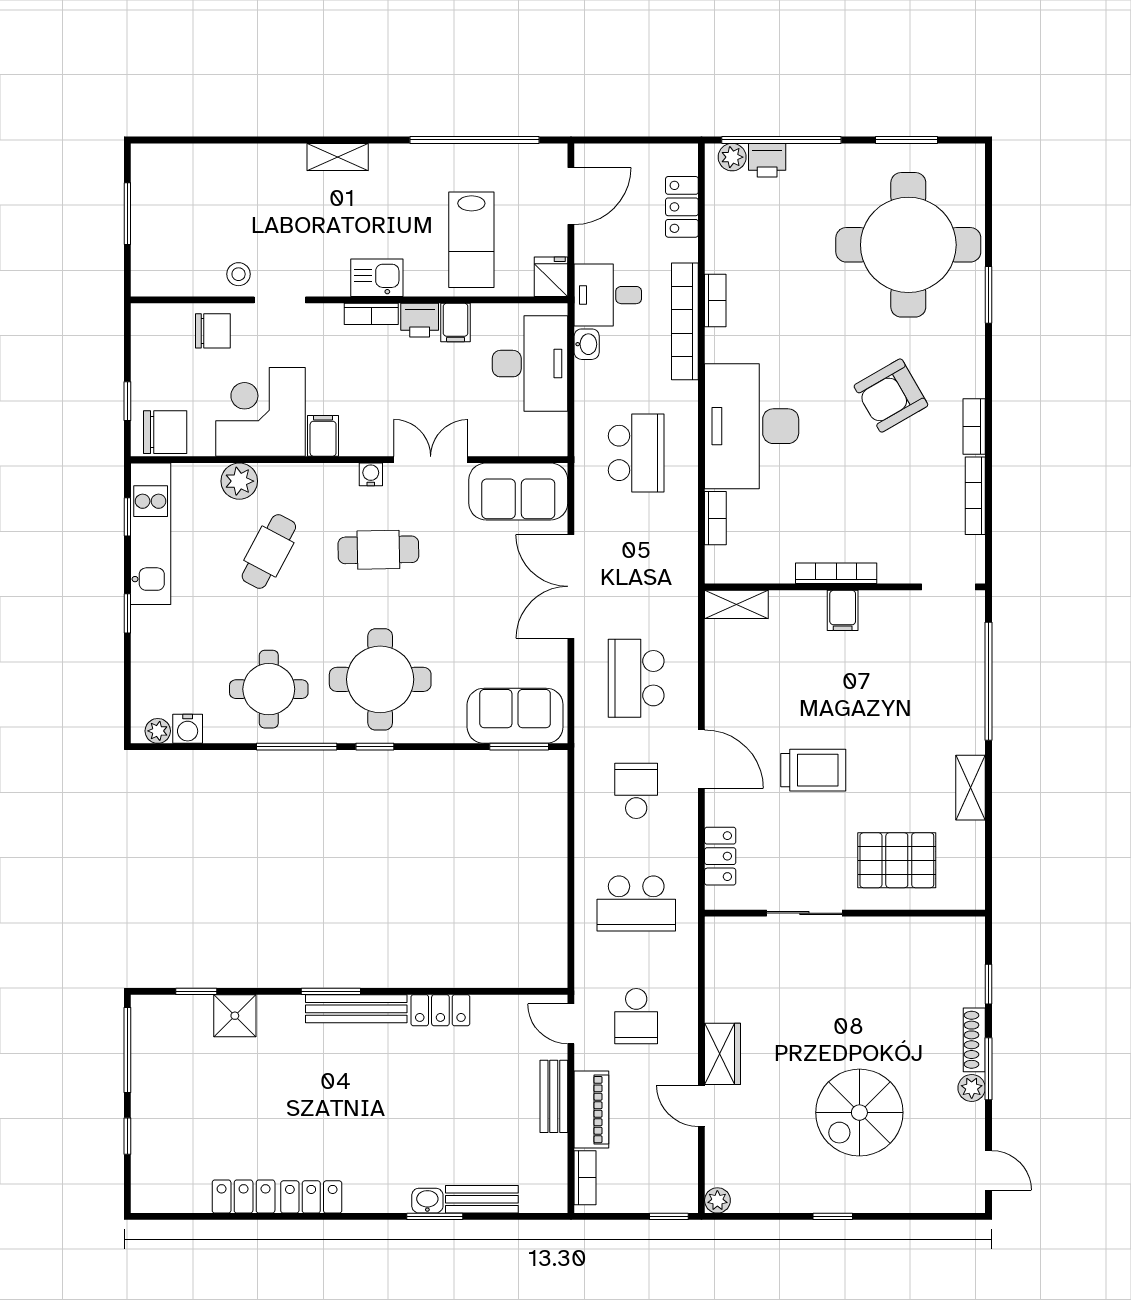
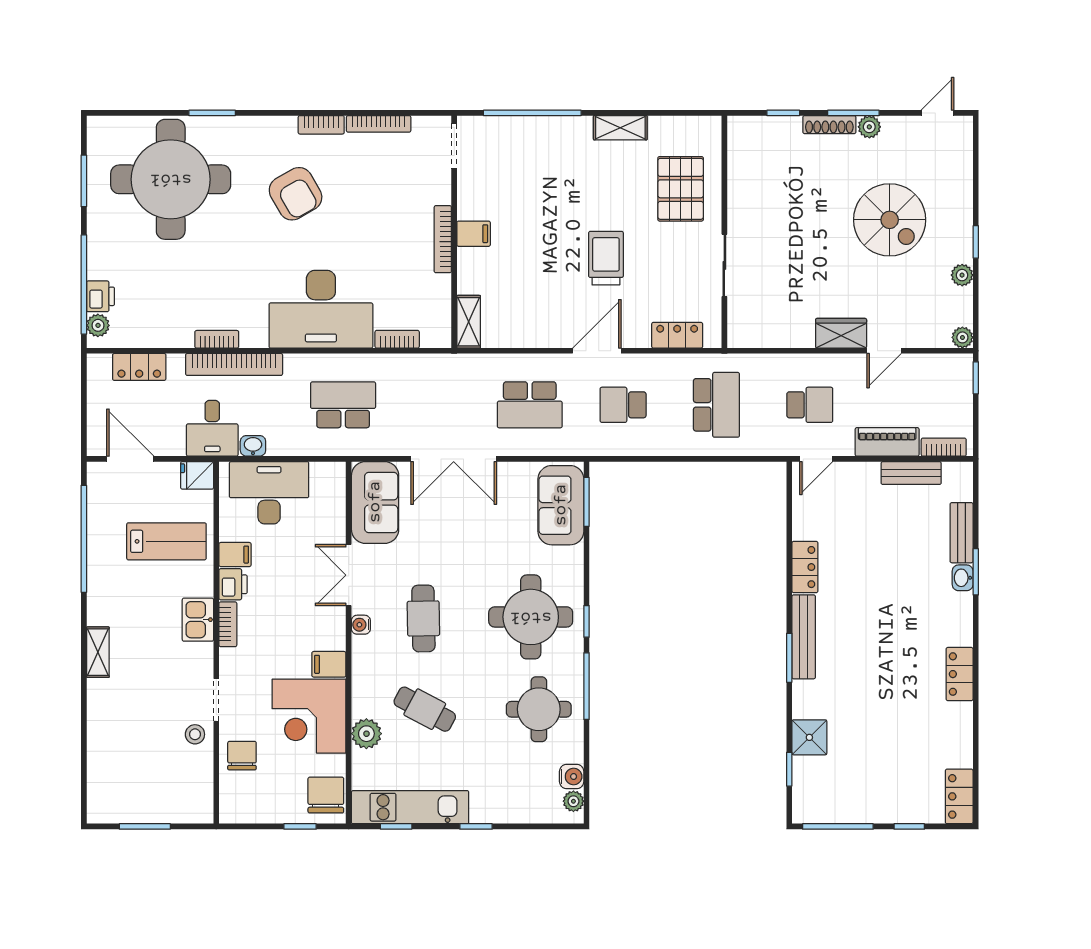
bench: (554, 1096) -> (911, 473), moved
locker: (244, 1197) -> (959, 796), moved
plant: (793, 1200) -> (962, 275), added

